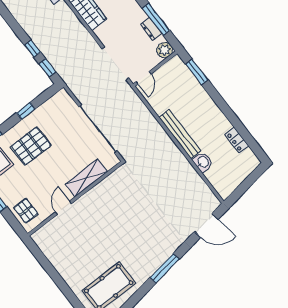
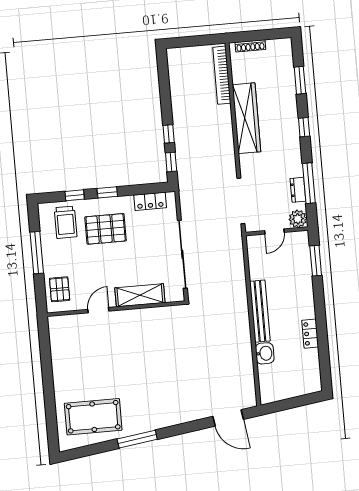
door: (144, 78) -> (274, 232), moved
locker: (50, 106) -> (150, 201), added
window: (26, 111) -> (107, 192), moved
locker: (237, 140) -> (310, 334), moved
window: (165, 268) -> (137, 439), moved

